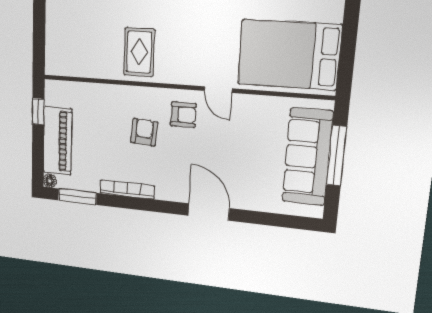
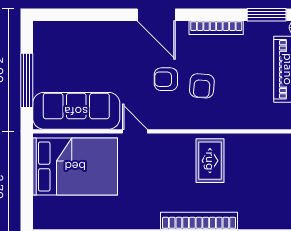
armchair: (183, 115) -> (166, 79), moved
sofa: (308, 157) -> (76, 111), moved, turned -90
door: (209, 212) -> (156, 15), moved

